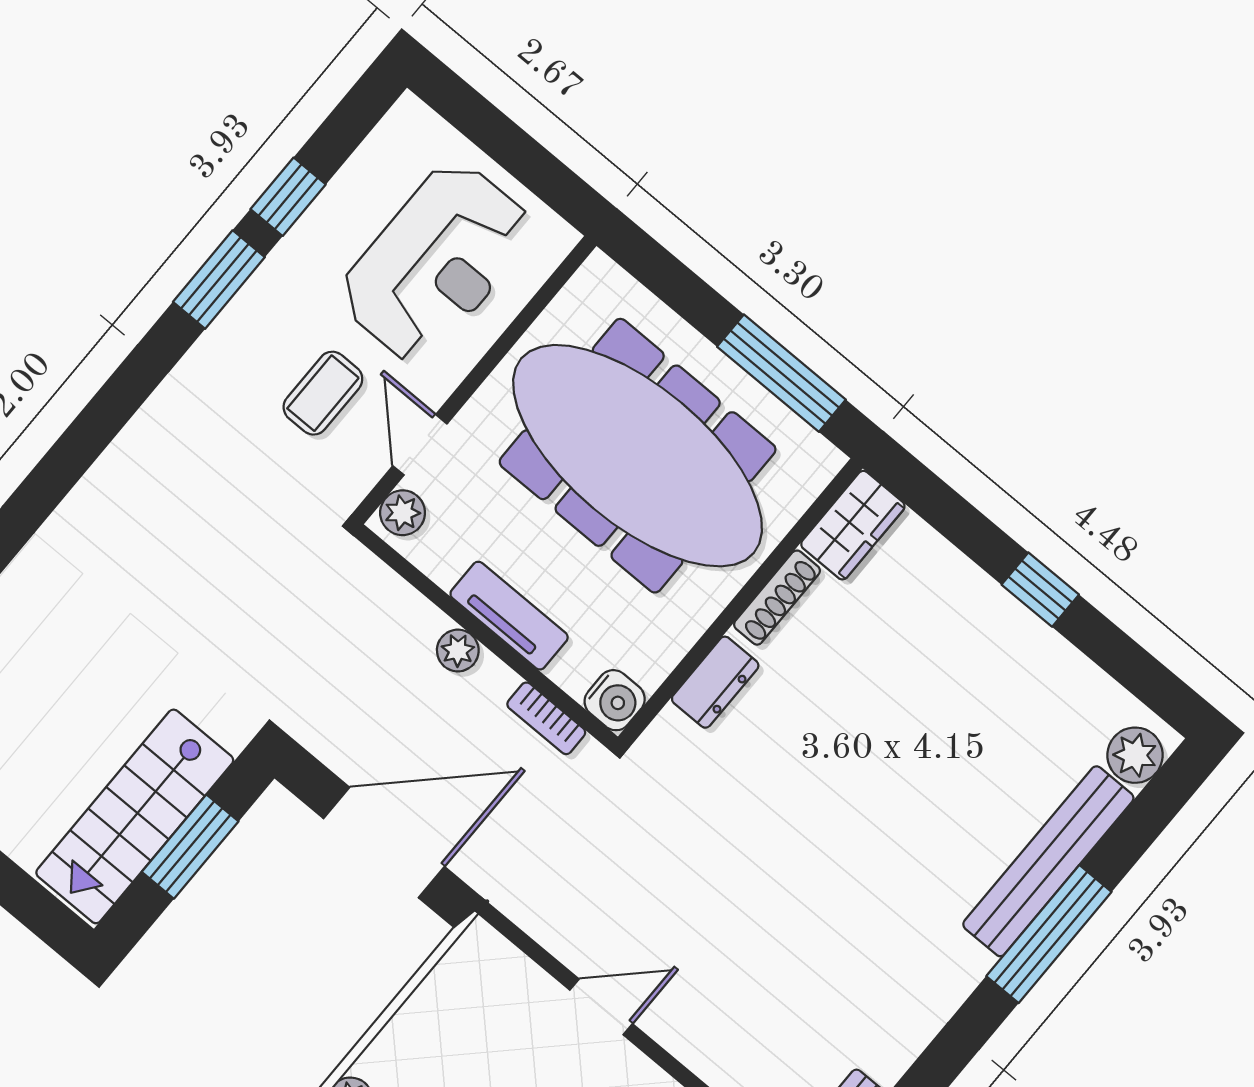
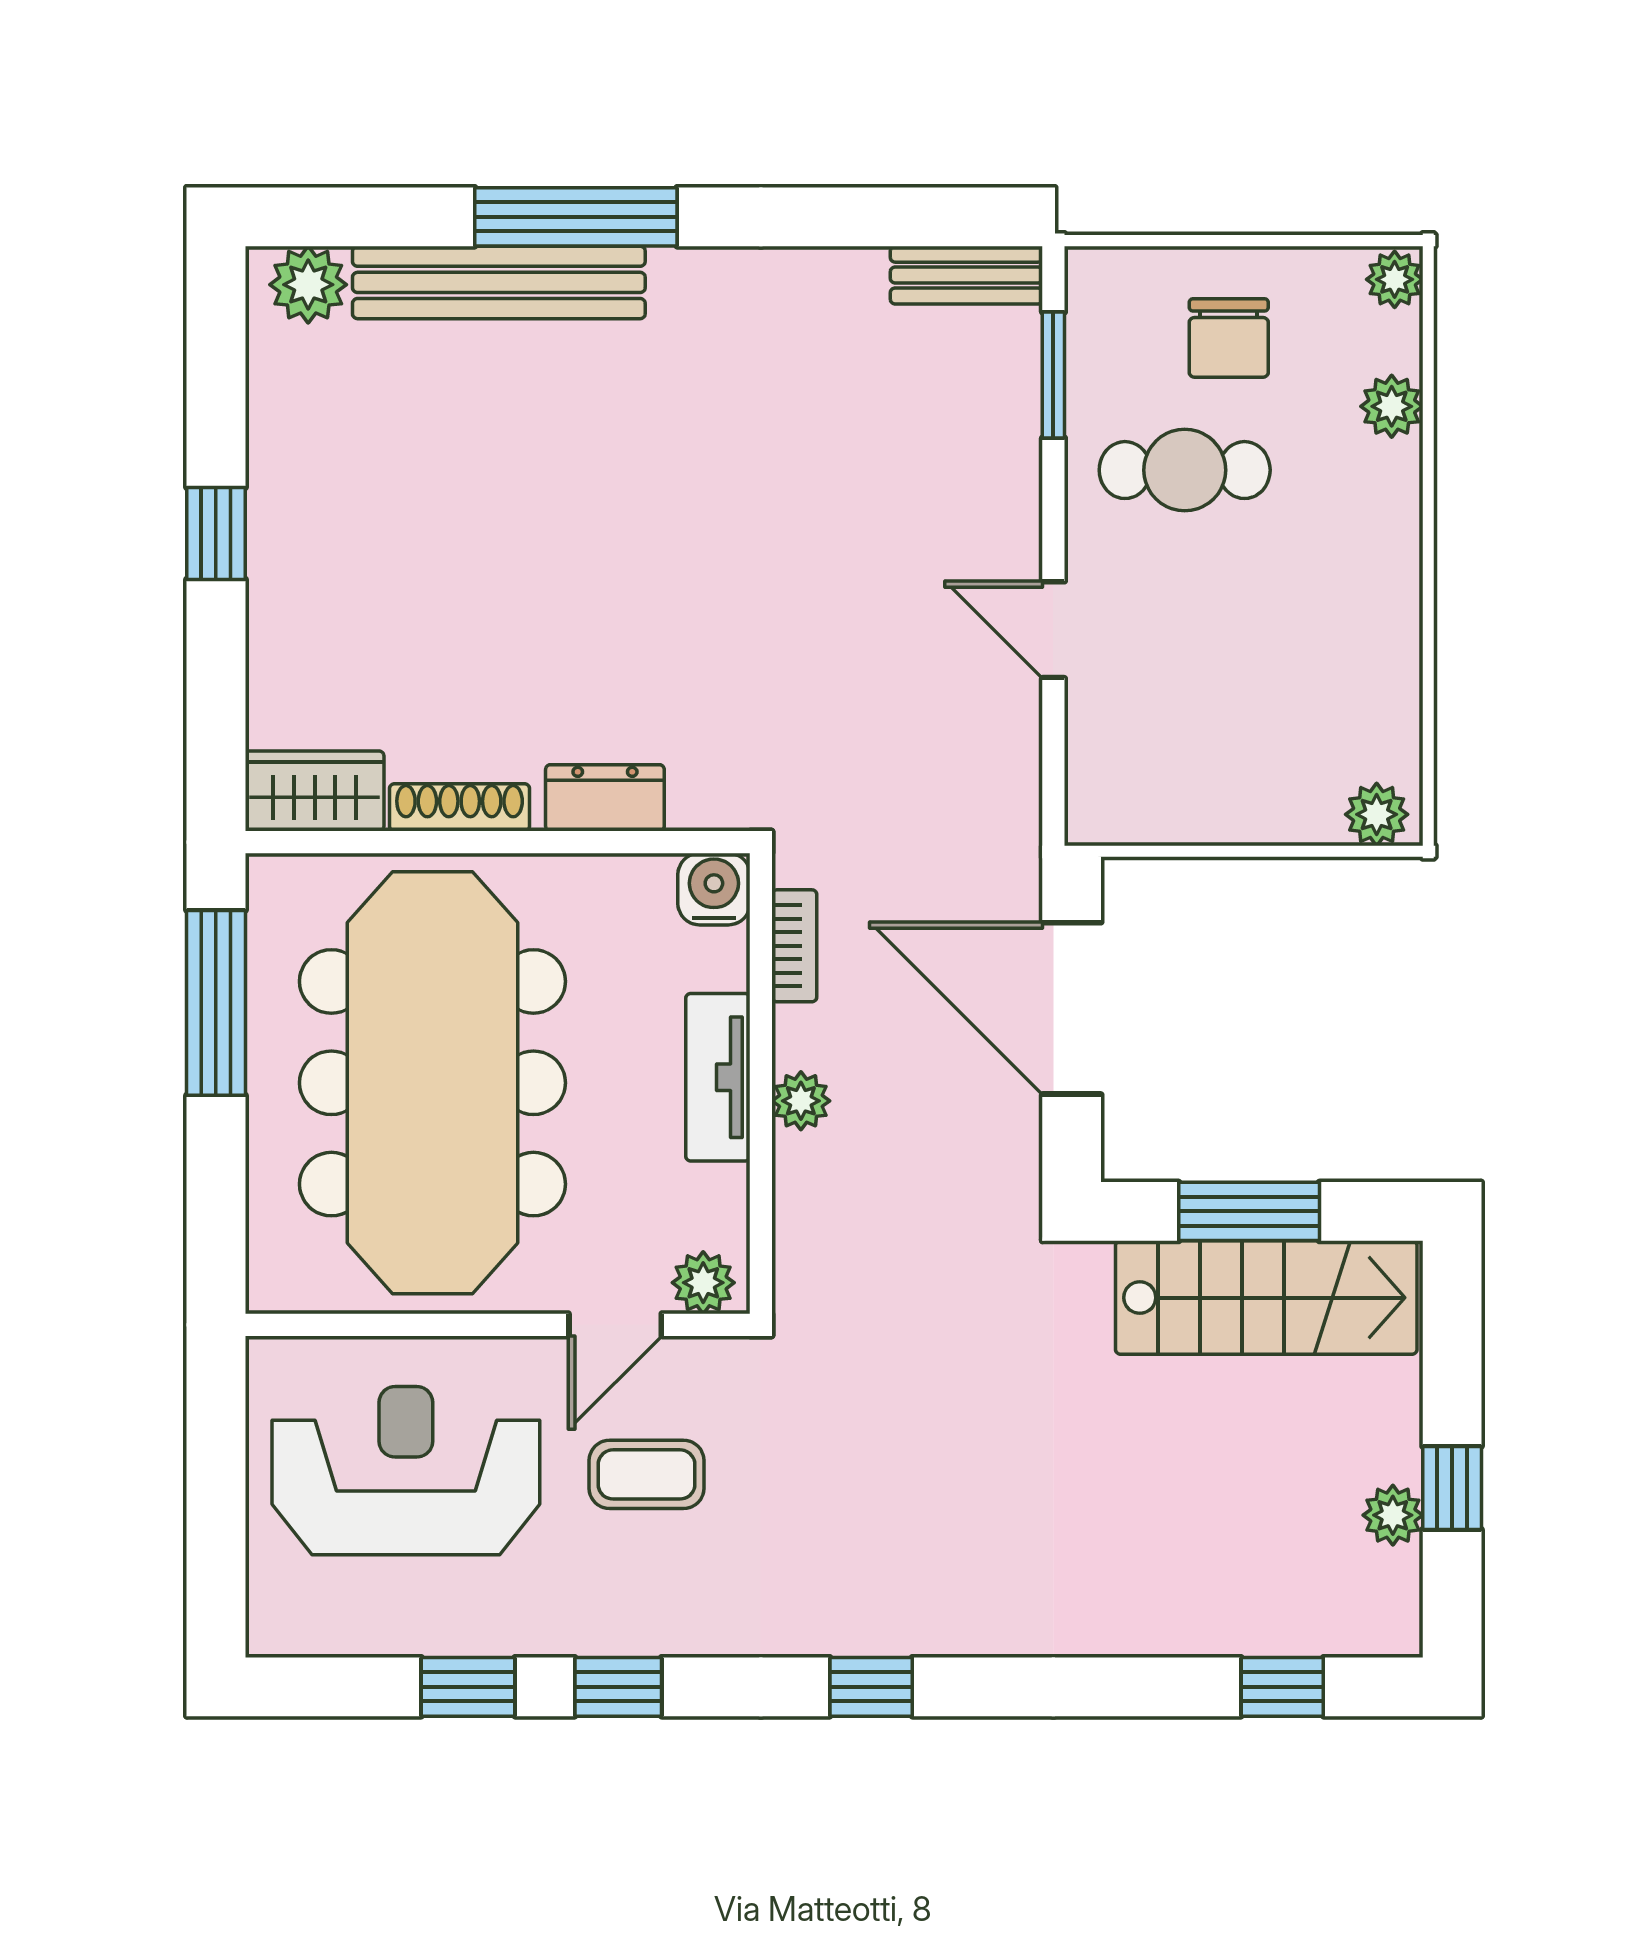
window: (219, 280) -> (618, 1687), width x0.67
window: (102, 419) -> (871, 1687), added

